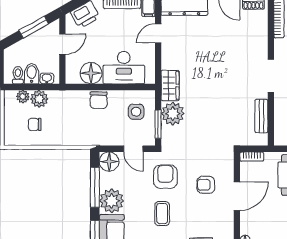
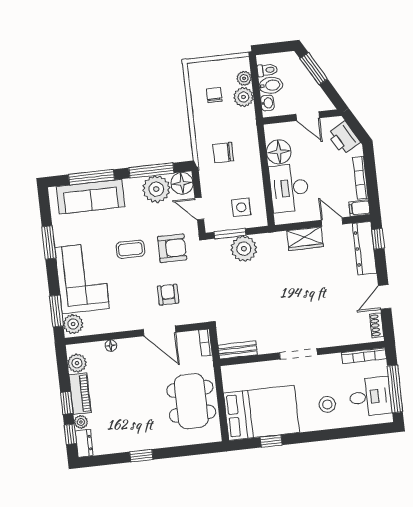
window: (34, 27) -> (314, 69), moved
wardrobe: (170, 85) -> (305, 239), moved
chair: (99, 100) -> (223, 153), moved
bench: (261, 116) -> (238, 350), moved
door: (133, 149) -> (199, 209), hinge flipped
plant: (112, 201) -> (156, 189), moved

